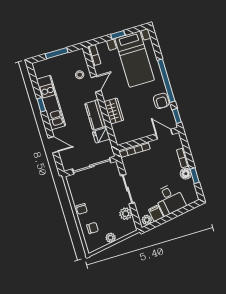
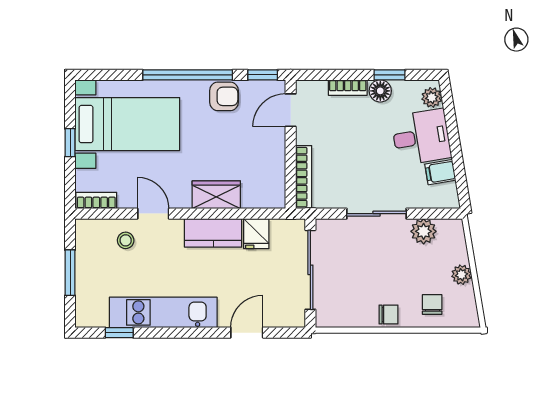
window: (41, 105) -> (119, 333), moved
plant: (147, 220) -> (432, 97), moved

